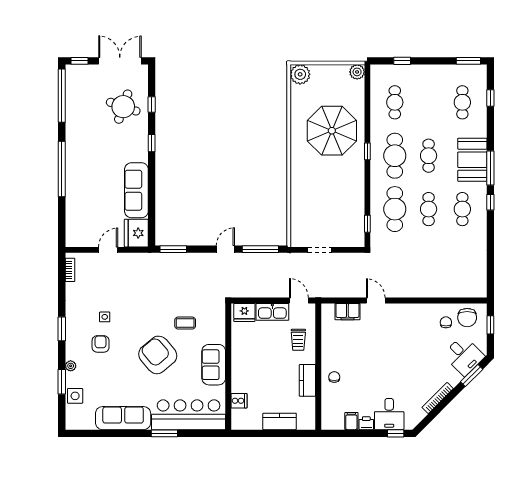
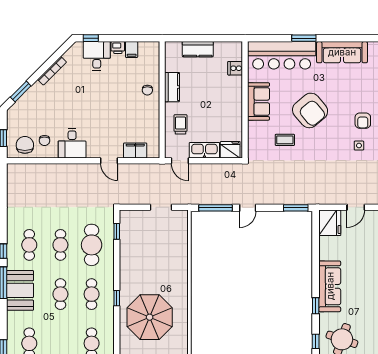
cafe table: (395, 156) -> (92, 294), width x0.73, depth x0.74
sofa: (136, 190) -> (330, 286), moved
desk: (464, 356) -> (72, 143), moved, turned -135

